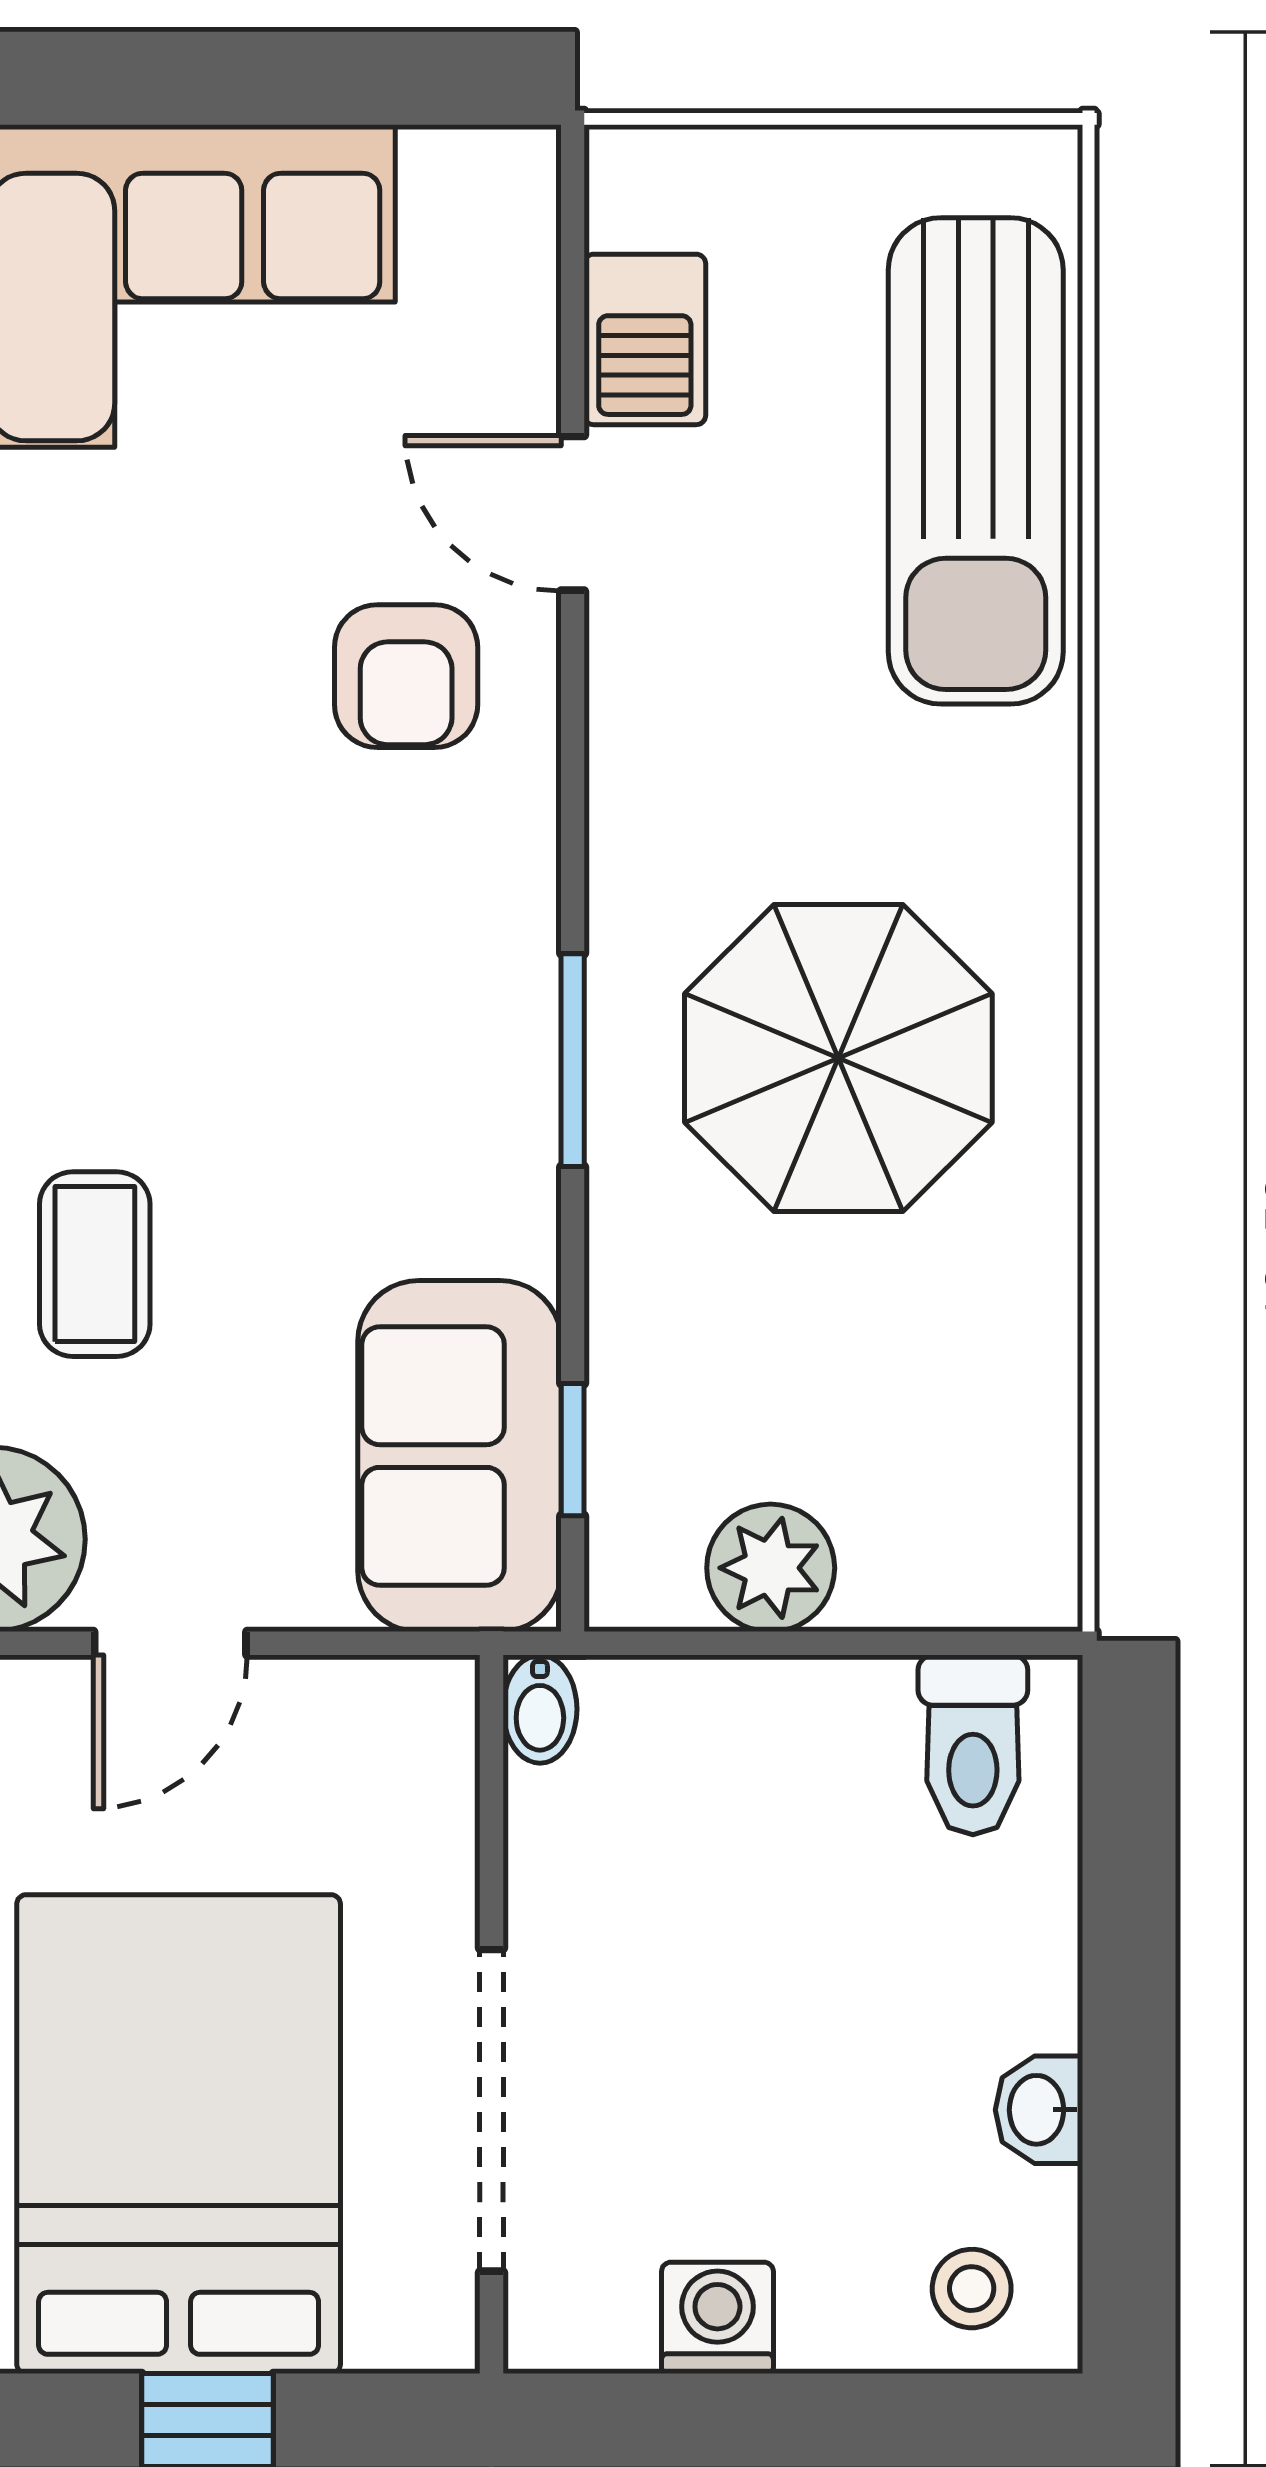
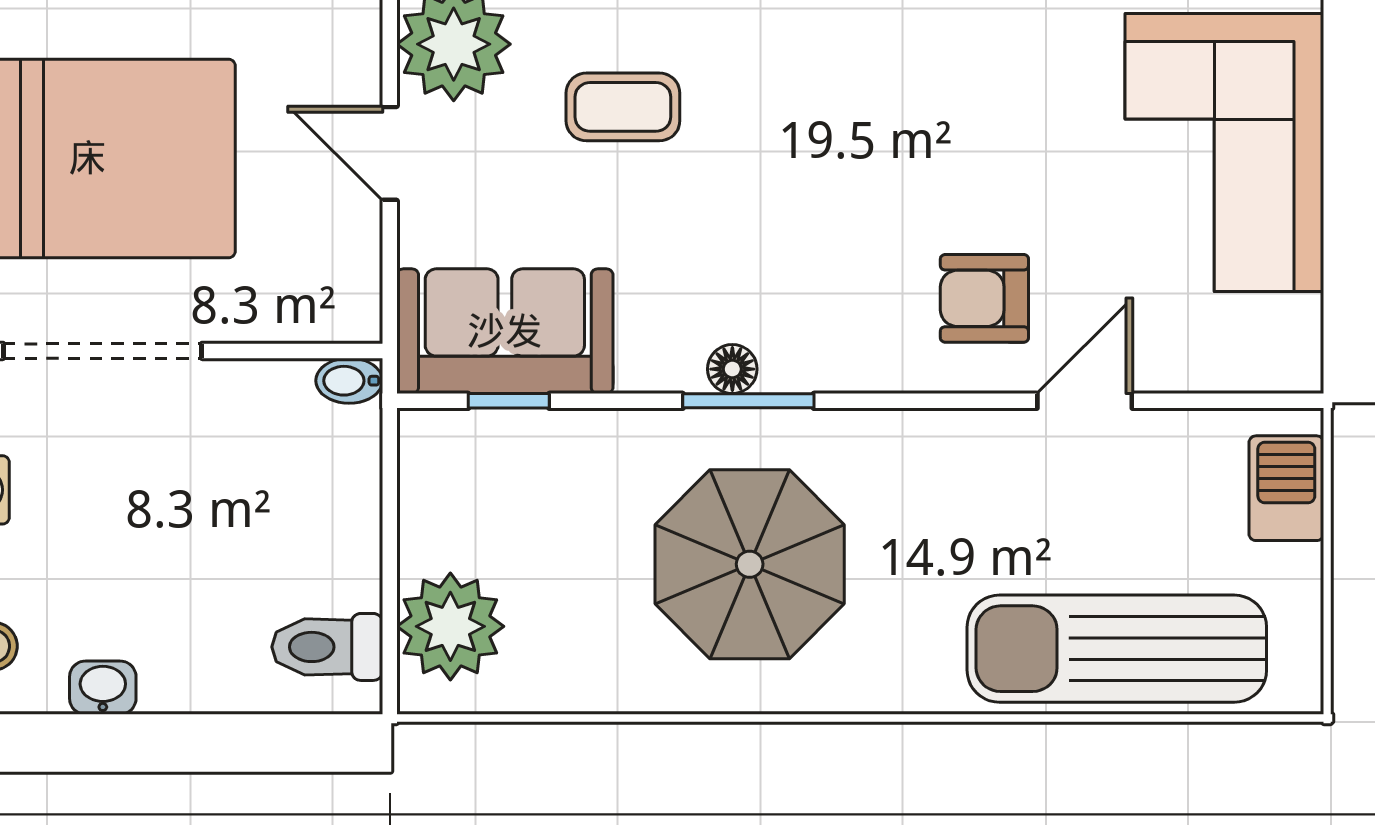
barbecue: (645, 339) -> (1286, 488), moved, turned 90
floor lamp: (521, 1086) -> (732, 369), added
plant: (771, 1568) -> (450, 626), moved, width x1.36, depth x1.36

